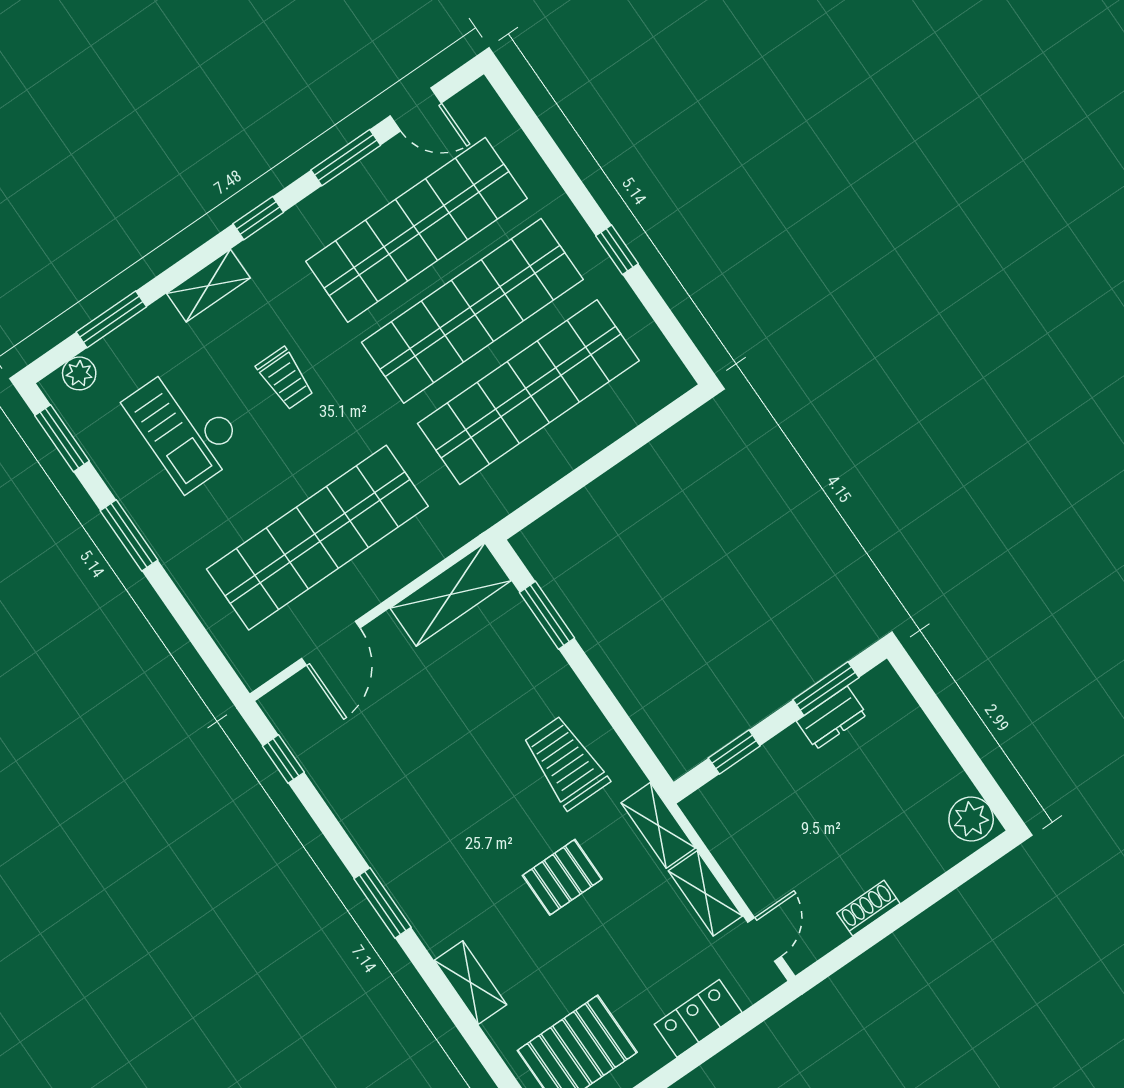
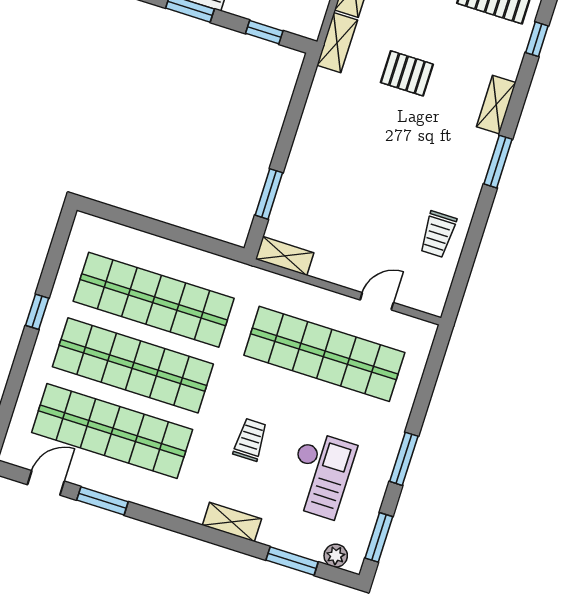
door: (416, 109) -> (46, 483), hinge flipped
window: (258, 218) -> (173, 523), removed
shelving: (451, 594) -> (285, 256), width x0.67, depth x0.75
door: (331, 643) -> (377, 301), width x0.73
window: (283, 759) -> (537, 39), moved
trolley: (566, 763) -> (438, 234), moved, width x0.73, depth x0.72
shelving: (471, 982) -> (496, 105), moved

